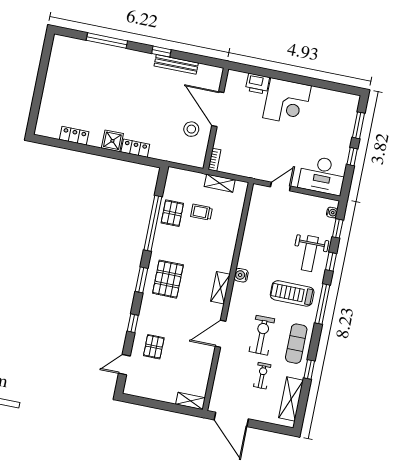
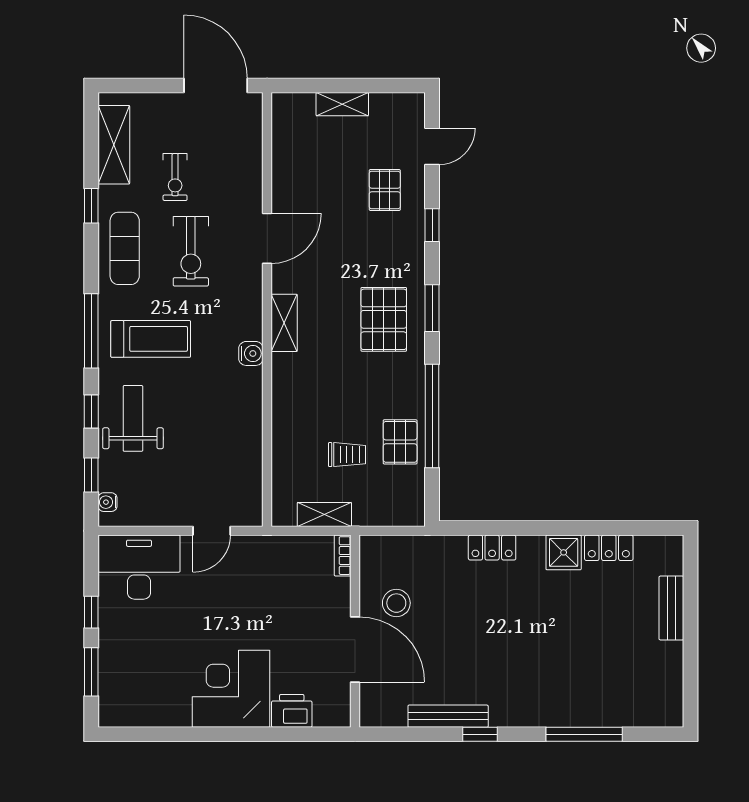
bench: (48, 97) -> (671, 608), added
shower: (112, 141) -> (564, 552), moved
shelving: (190, 401) -> (342, 104), moved

